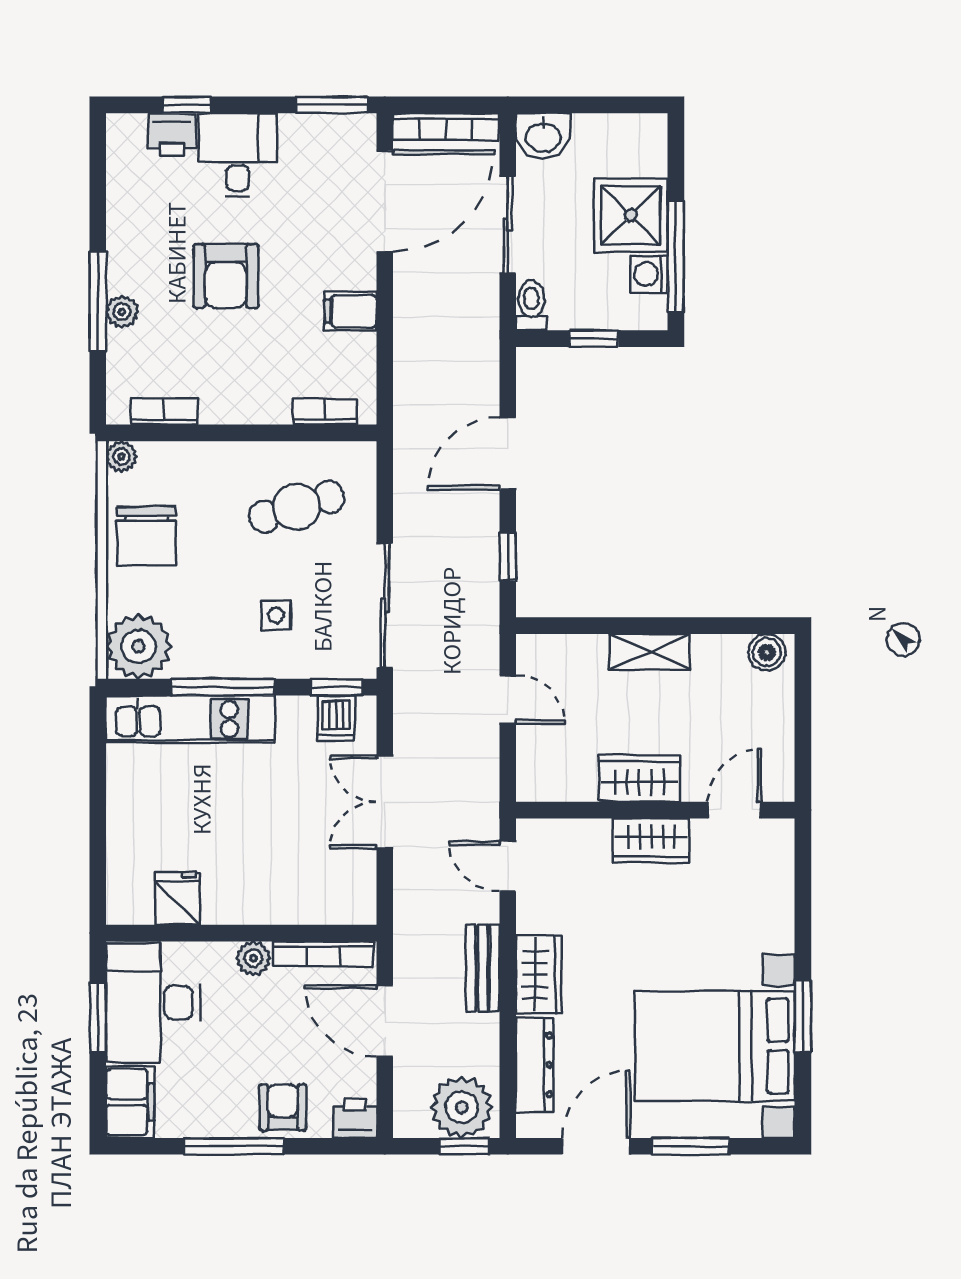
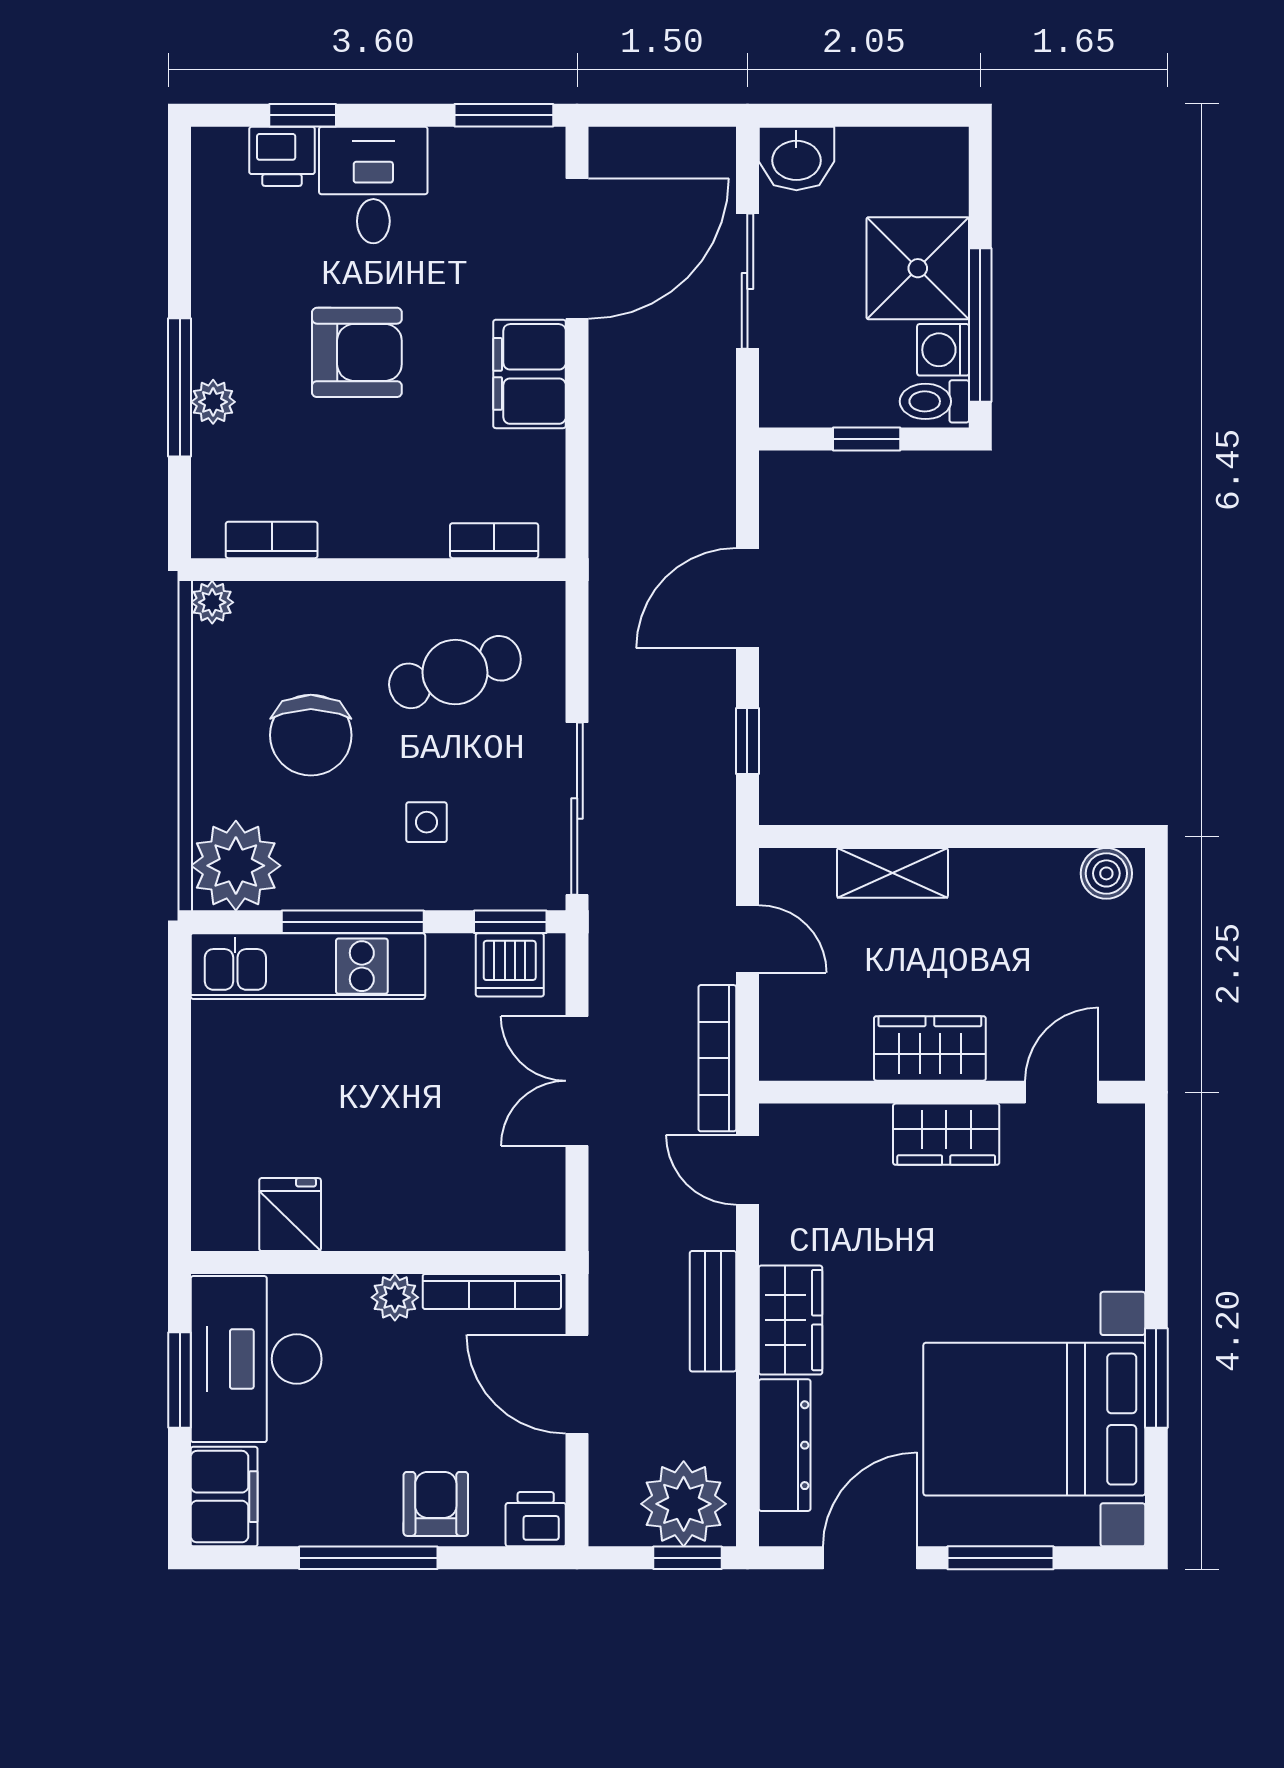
bookcase: (446, 127) -> (717, 1058), moved, turned 90
armchair: (226, 276) -> (357, 352), turned -90
toilet: (531, 305) -> (934, 401), moved, turned -90
filing cabinet: (350, 311) -> (529, 374), width x2.00
chair: (146, 536) -> (311, 735), moved
shelving: (650, 652) -> (892, 873), moved
dishwasher: (336, 718) -> (510, 965), width x1.38

